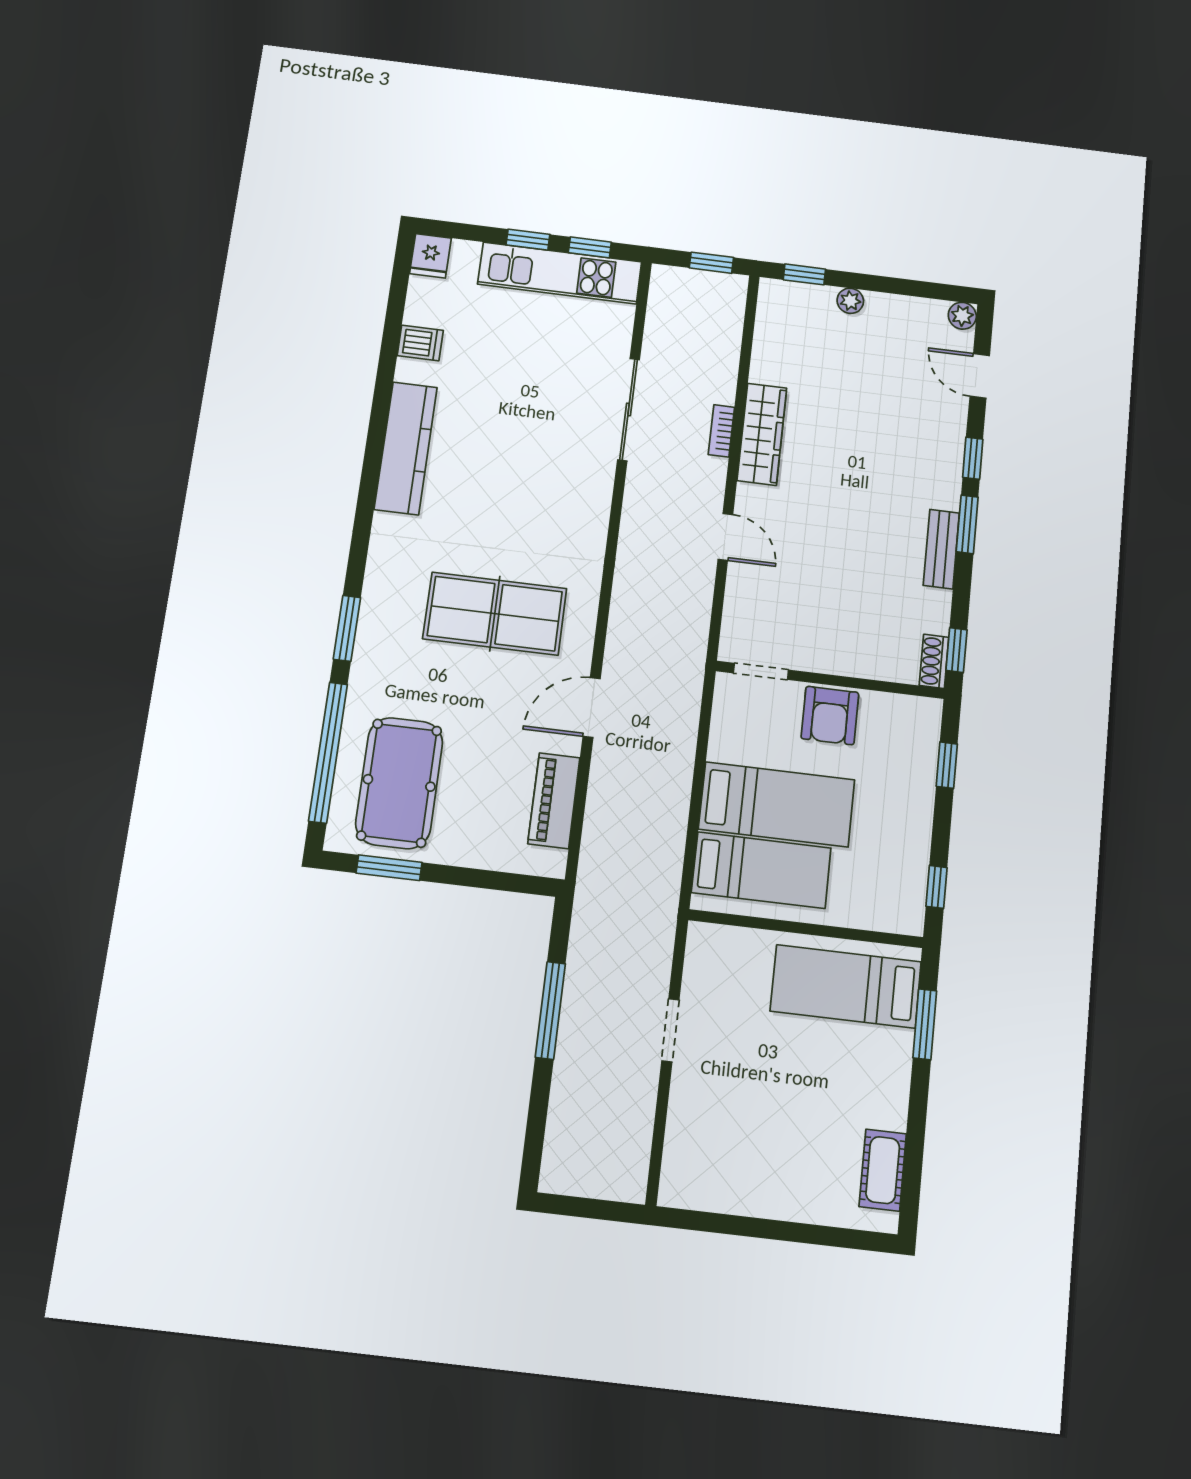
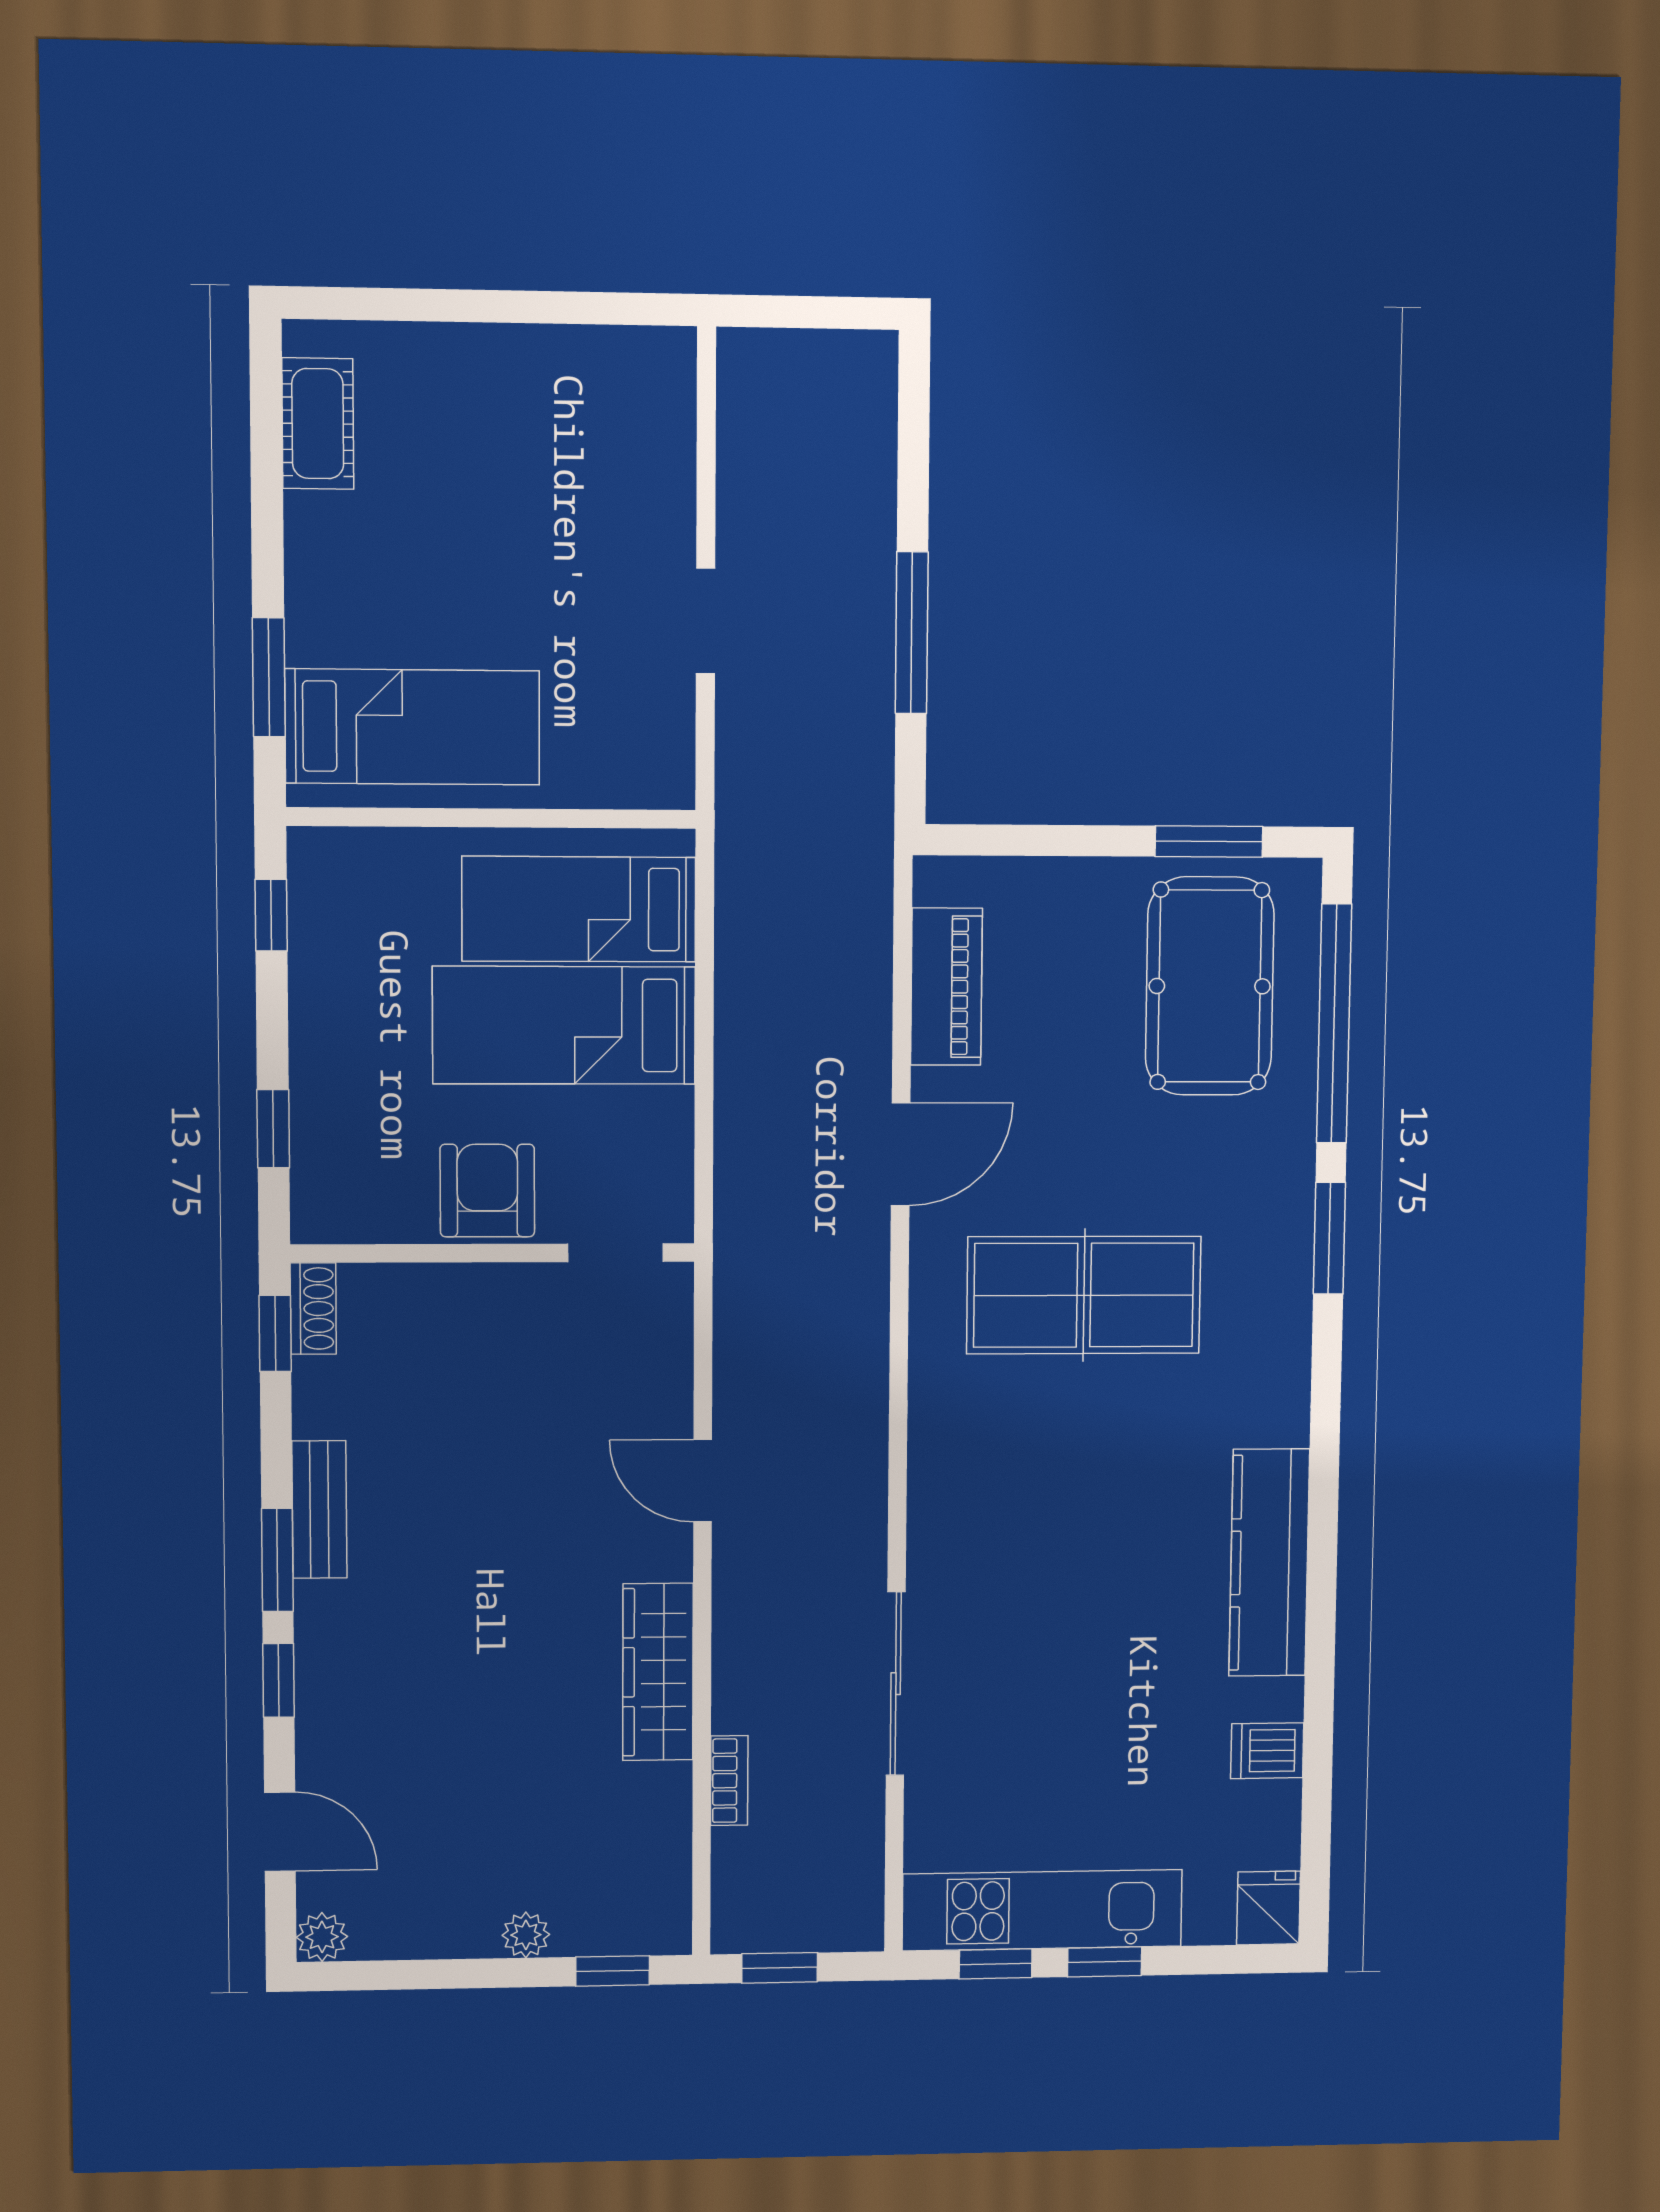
bookcase: (721, 431) -> (729, 1781), moved

